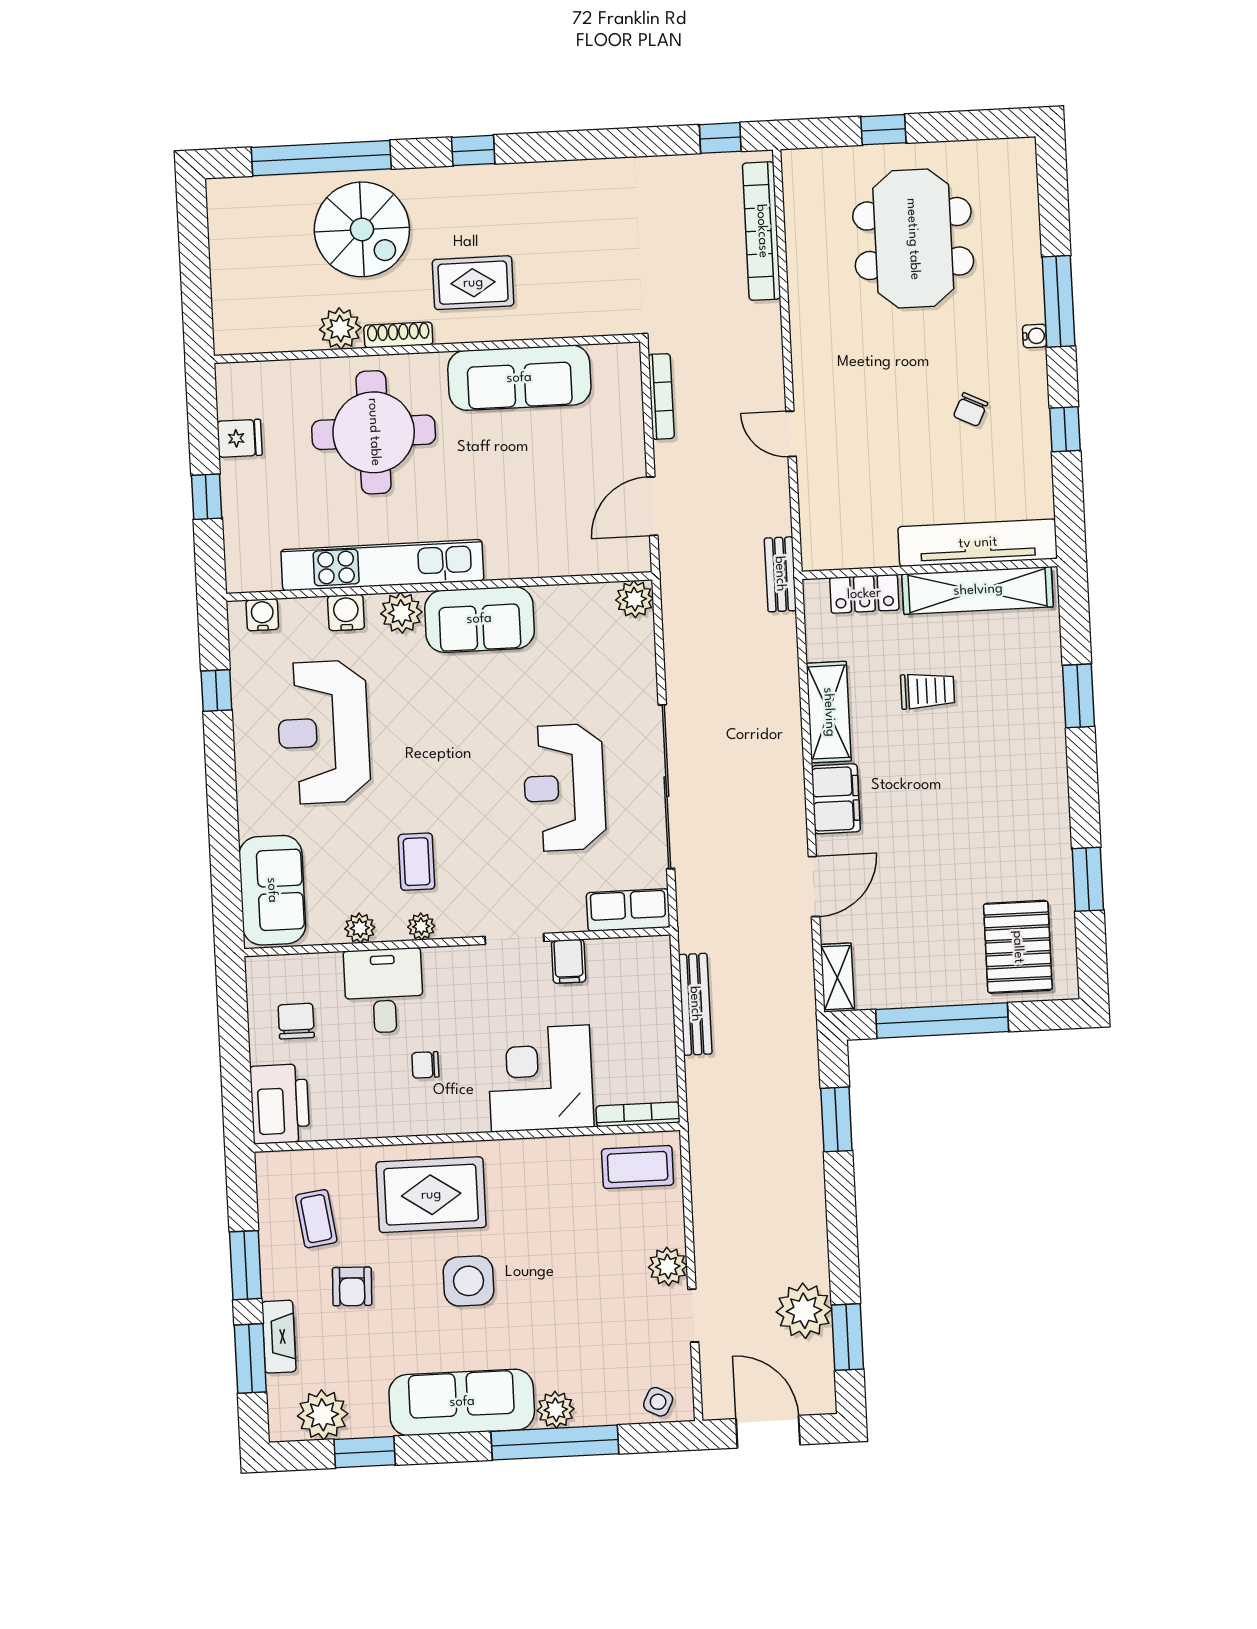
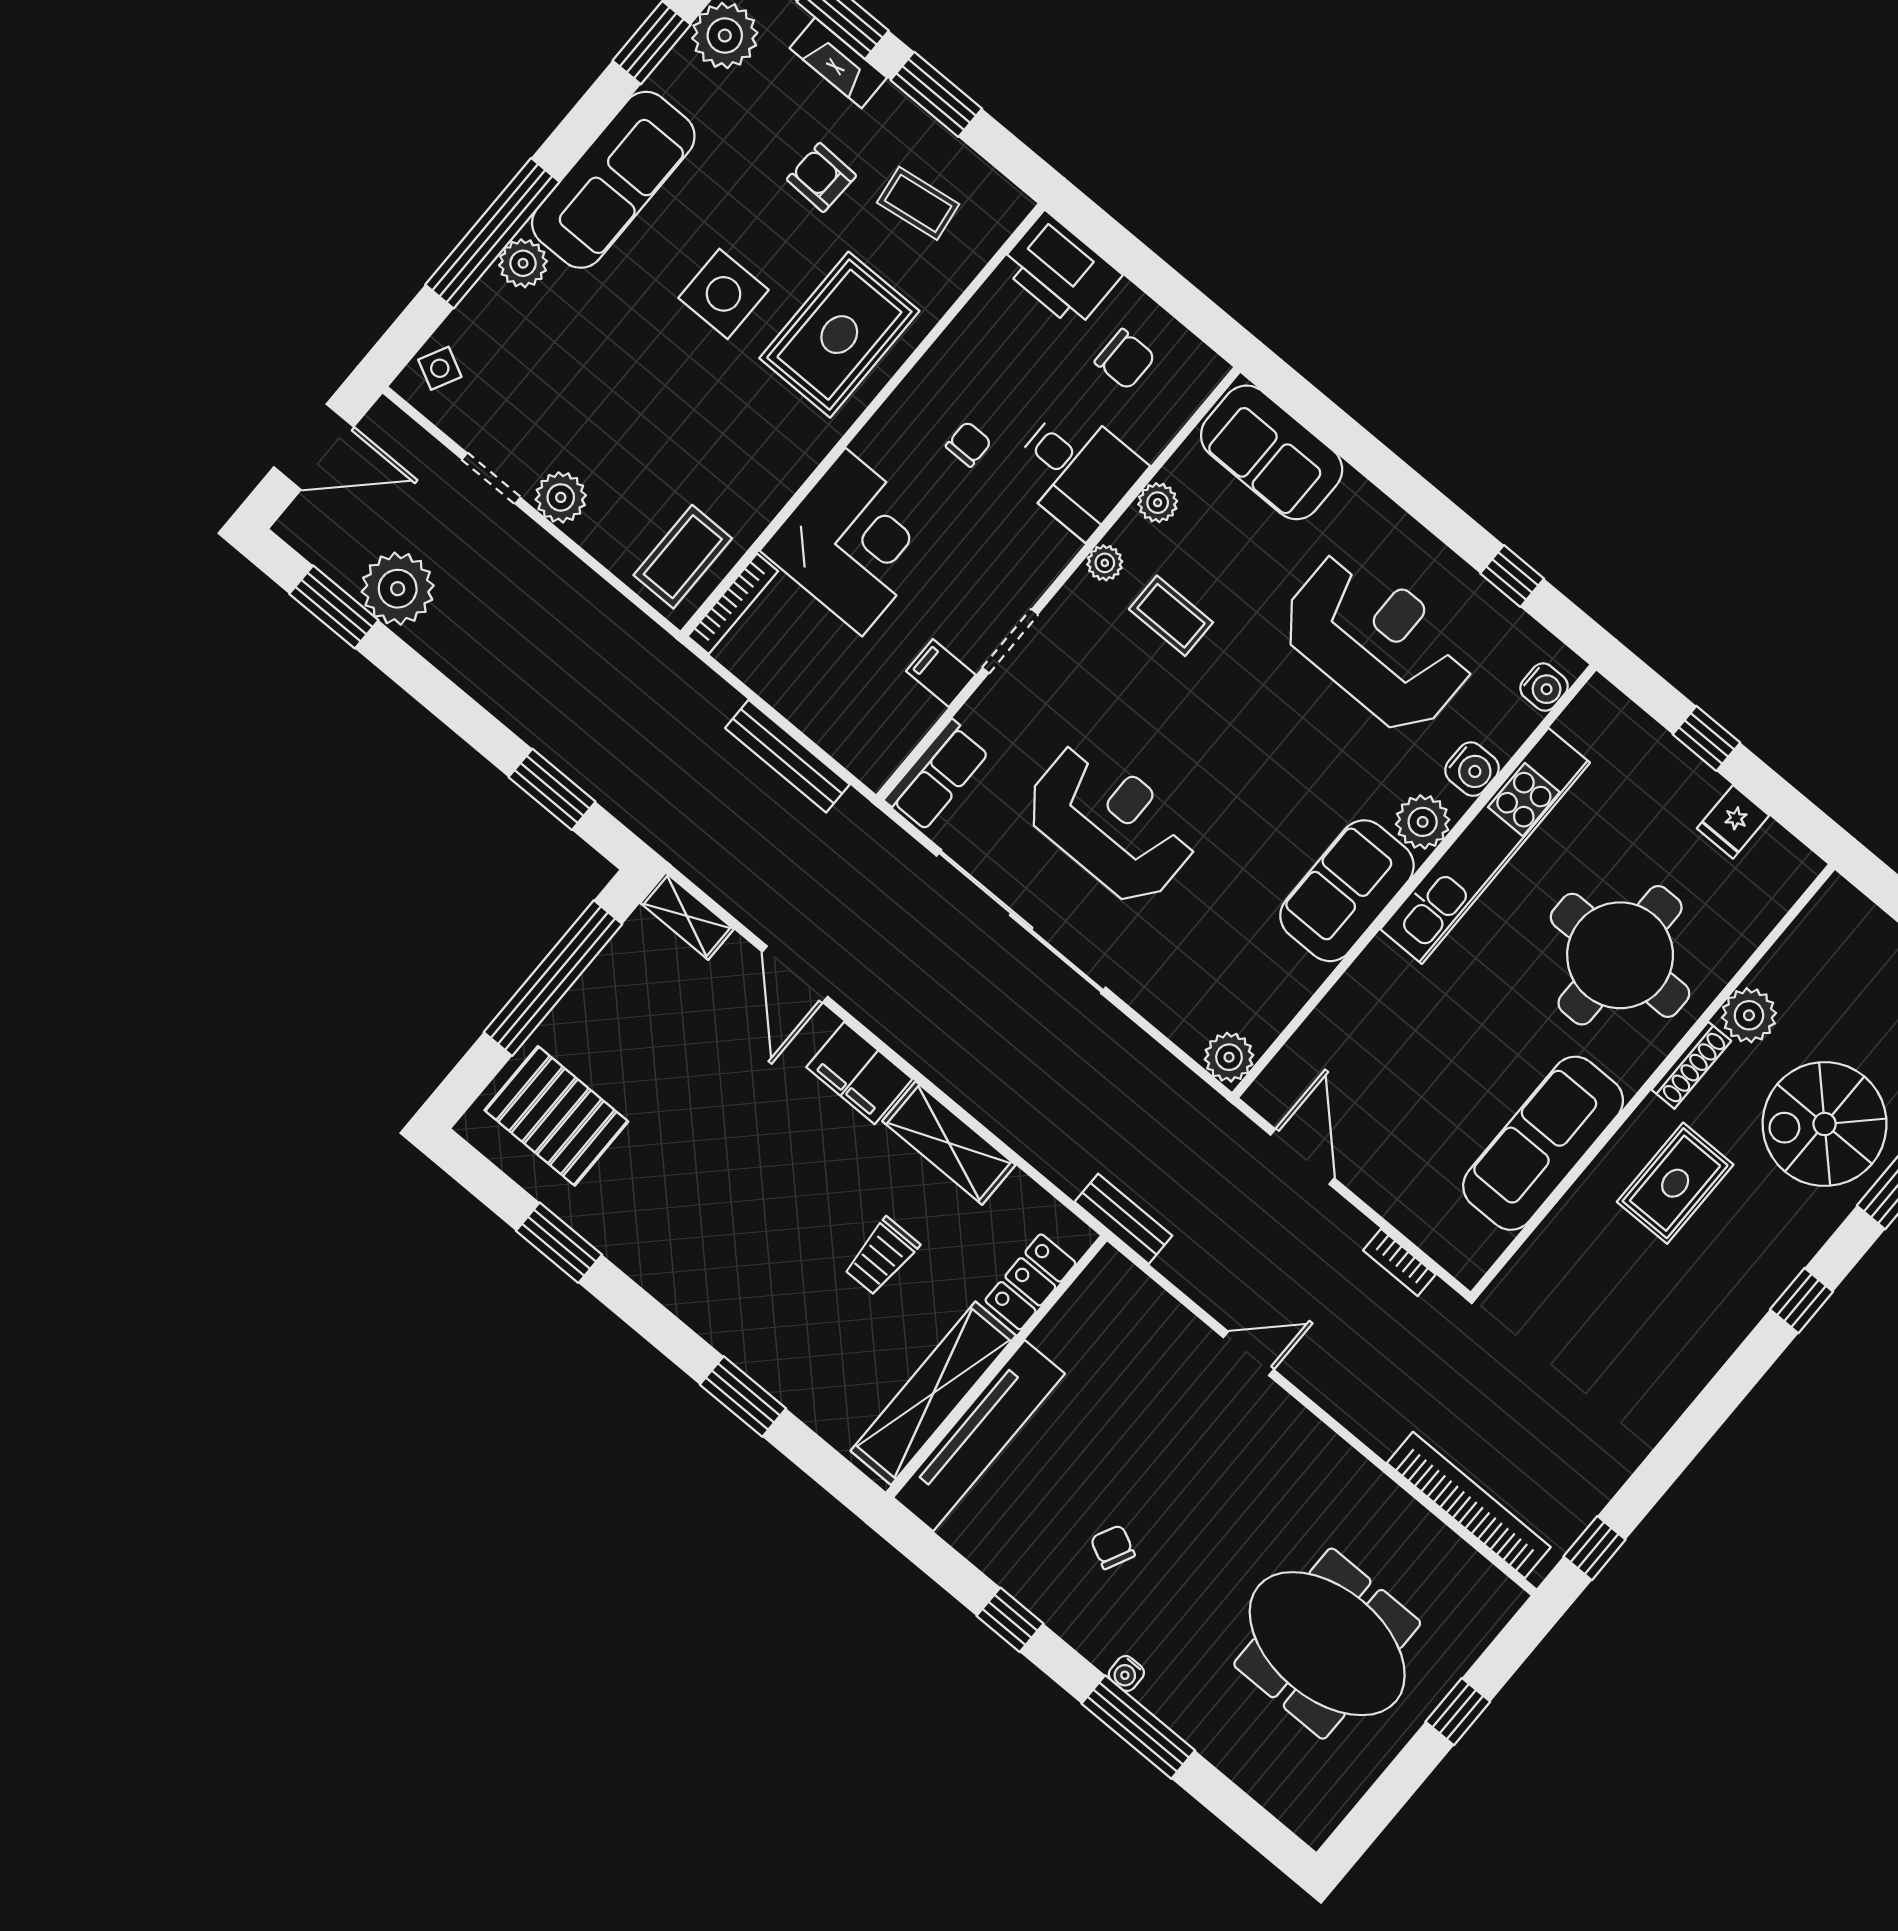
bookcase: (661, 396) -> (1399, 1262), width x0.64

